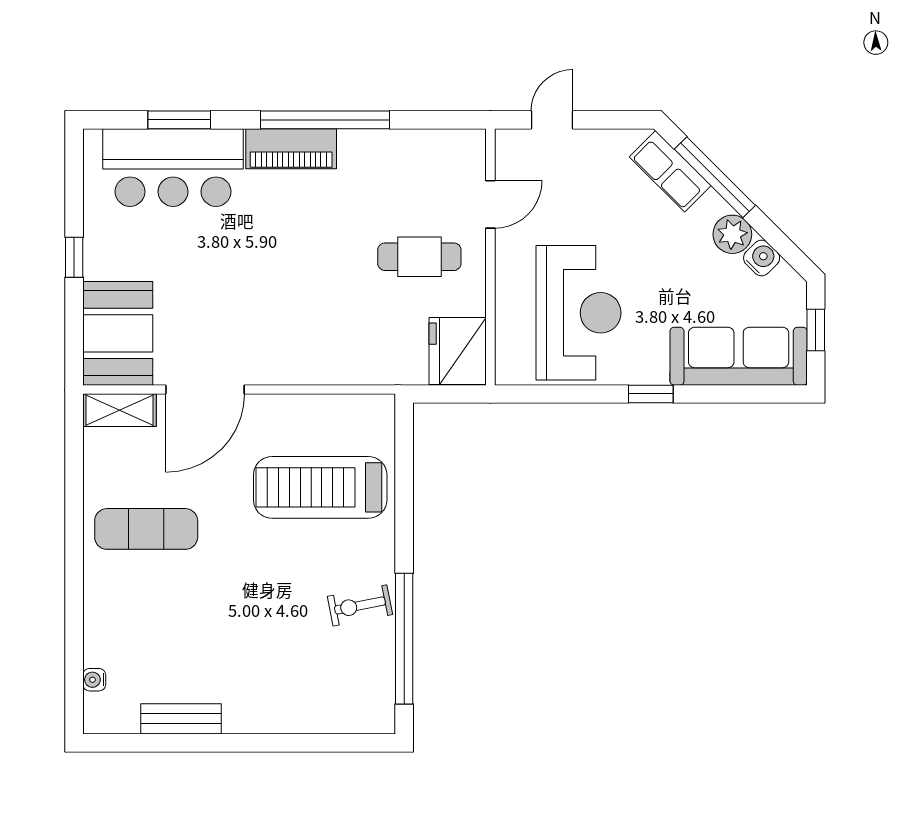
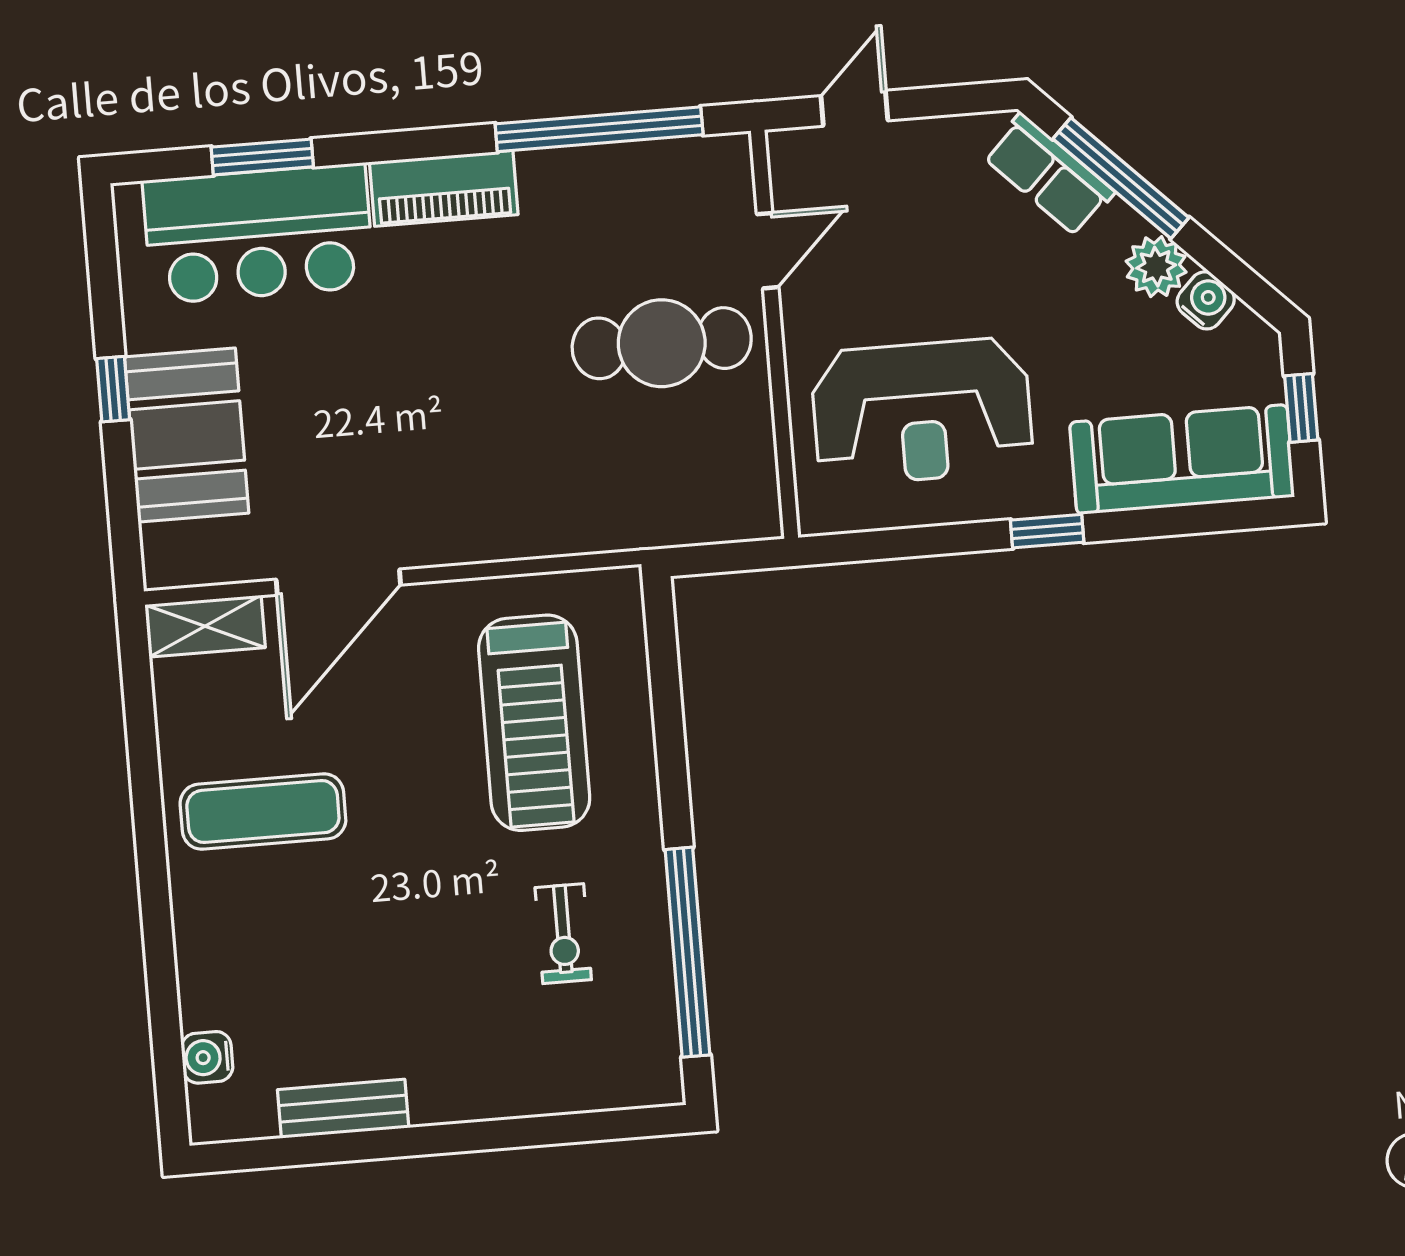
window: (325, 120) -> (599, 129), moved
cafe table: (419, 257) -> (662, 343), width x1.37, depth x1.35
reception desk: (579, 313) -> (922, 412), turned 90
booth: (118, 333) -> (187, 435), moved
fridge: (458, 351) -> (735, 488), removed
treadmill: (320, 487) -> (534, 723), turned -90
exercise bike: (360, 605) -> (563, 934), moved, turned -79
water cooler: (94, 680) -> (207, 1057), width x1.38, depth x1.38

